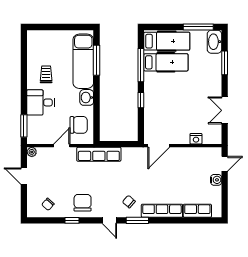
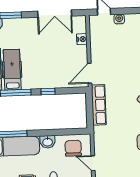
double door: (225, 110) -> (55, 14), width x1.37
door: (159, 146) -> (90, 73), swing flipped
row of seats: (99, 154) -> (99, 105), moved

